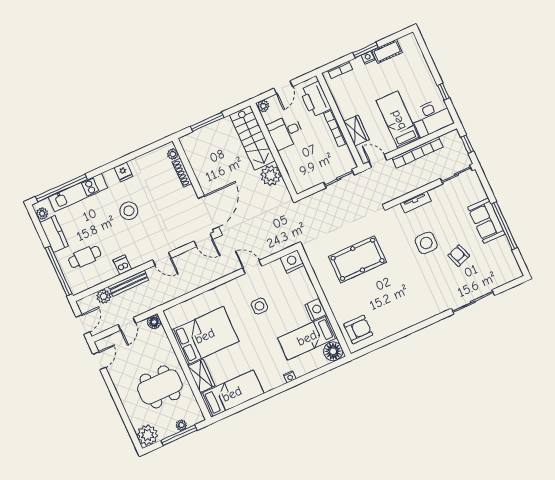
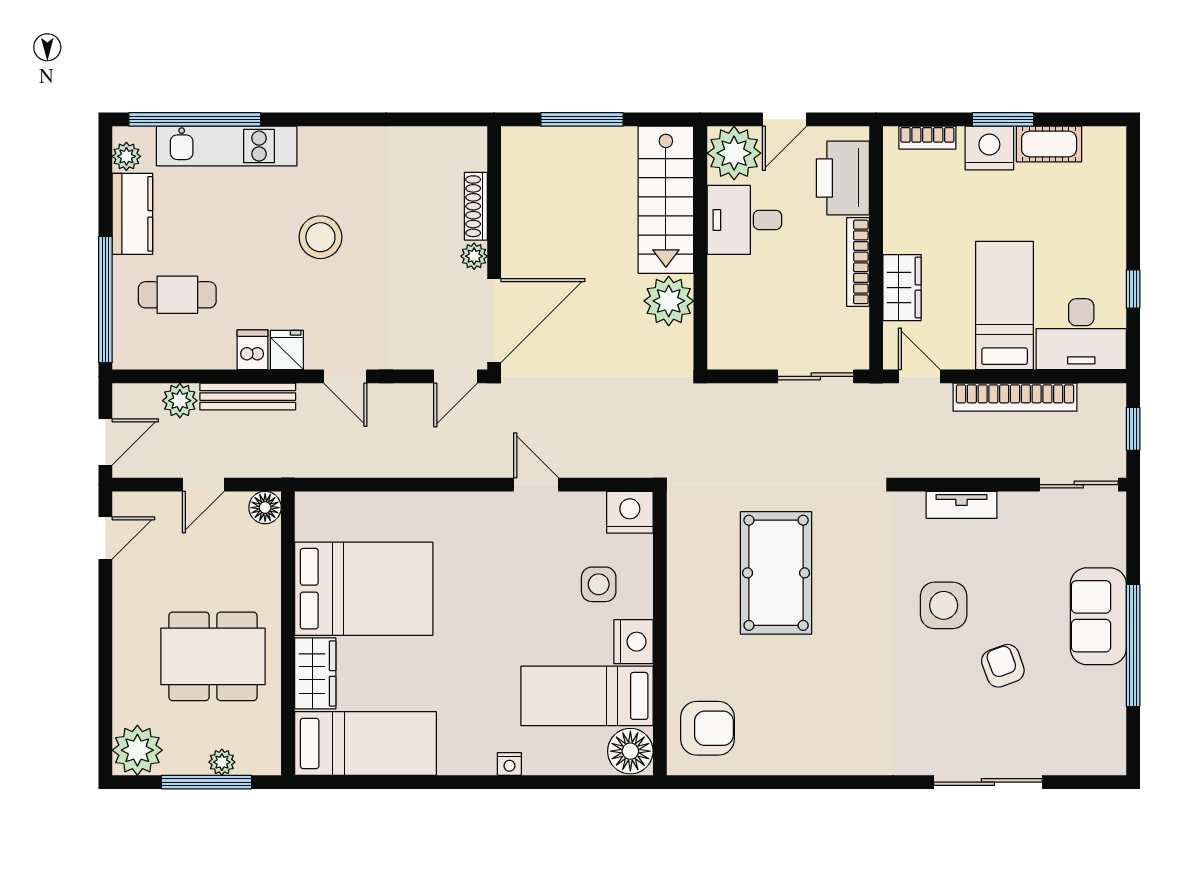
nightstand: (368, 58) -> (989, 148), width x1.89, depth x1.79
plant: (263, 106) -> (734, 153), width x1.88, depth x1.88
plant: (173, 154) -> (474, 256), moved
fridge: (123, 172) -> (287, 350), moved, turned 180
door: (203, 240) -> (456, 376), hinge flipped
pool table: (358, 259) -> (776, 573), turned 90
side table: (259, 306) -> (599, 584), moved

